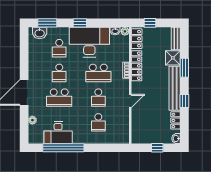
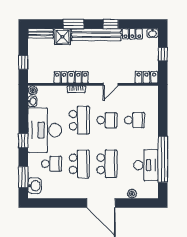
locker: (137, 39) -> (146, 77), moved
school desk: (59, 73) -> (79, 164), width x1.85
door: (130, 101) -> (111, 84), swing flipped

